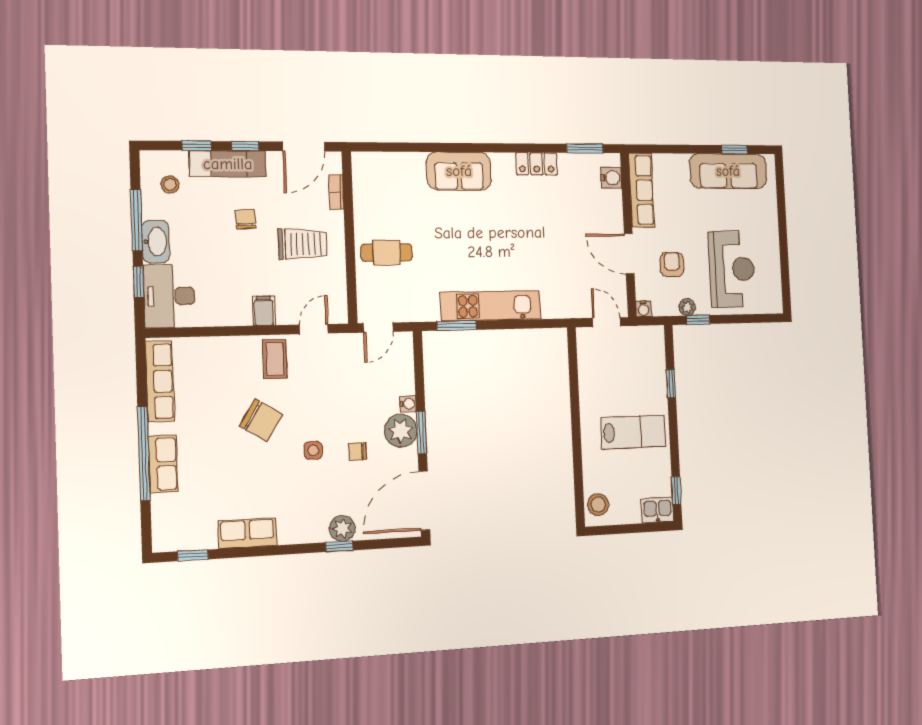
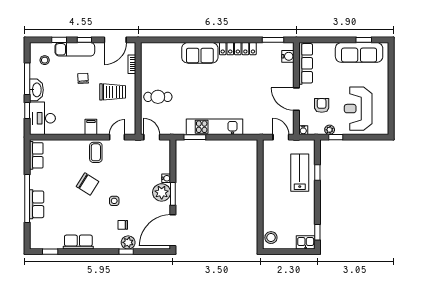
locker: (536, 164) -> (238, 49), width x1.53
reception desk: (732, 269) -> (358, 109), turned 180
door: (378, 328) -> (152, 137), swing flipped
row of seats: (160, 381) -> (36, 155), width x0.68
lab bench: (633, 432) -> (300, 173), moved, turned -90
chair: (357, 451) -> (123, 225), moved

